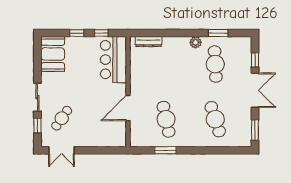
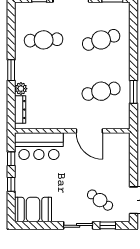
window: (218, 33) -> (11, 70), moved
plant: (196, 42) -> (21, 89), moved

